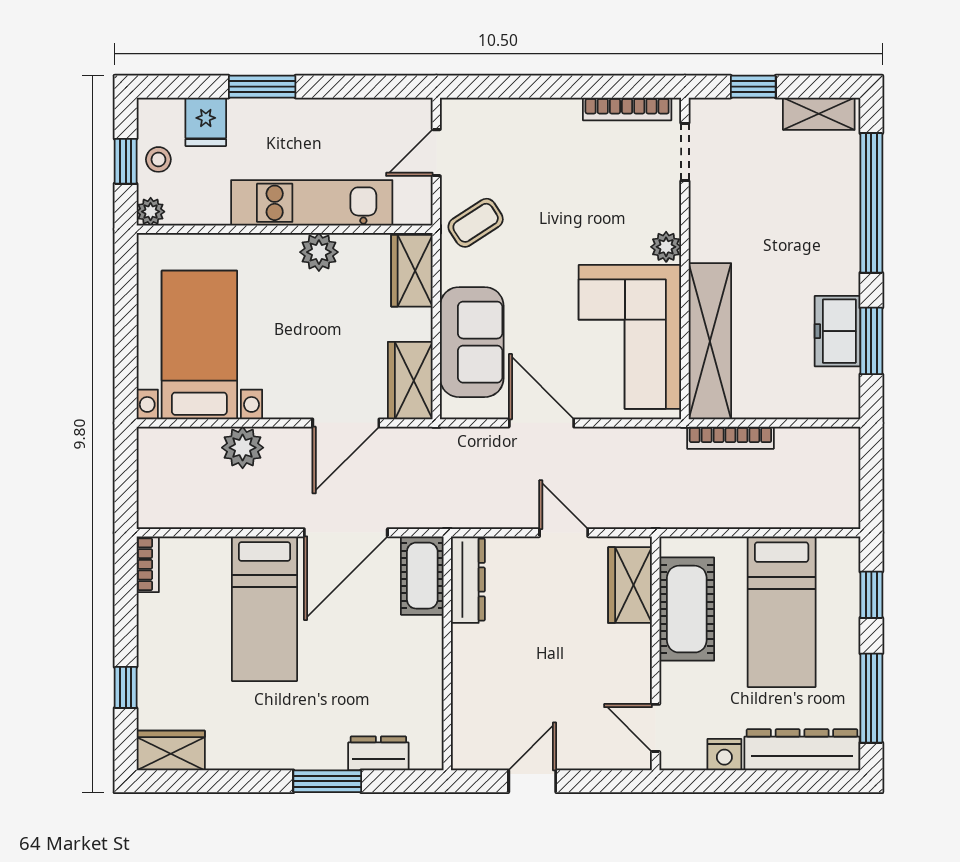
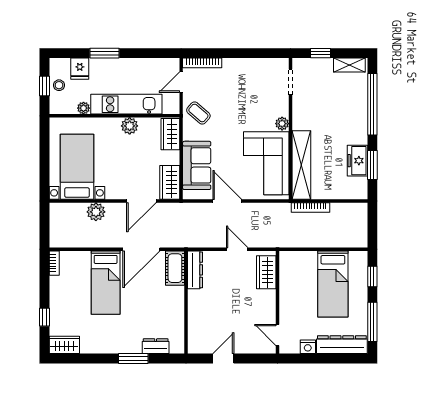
bookcase: (627, 109) -> (202, 63), moved
plant: (151, 212) -> (83, 108), moved
coffee table: (476, 223) -> (198, 113), turned 74
cot: (687, 609) -> (291, 283), removed

